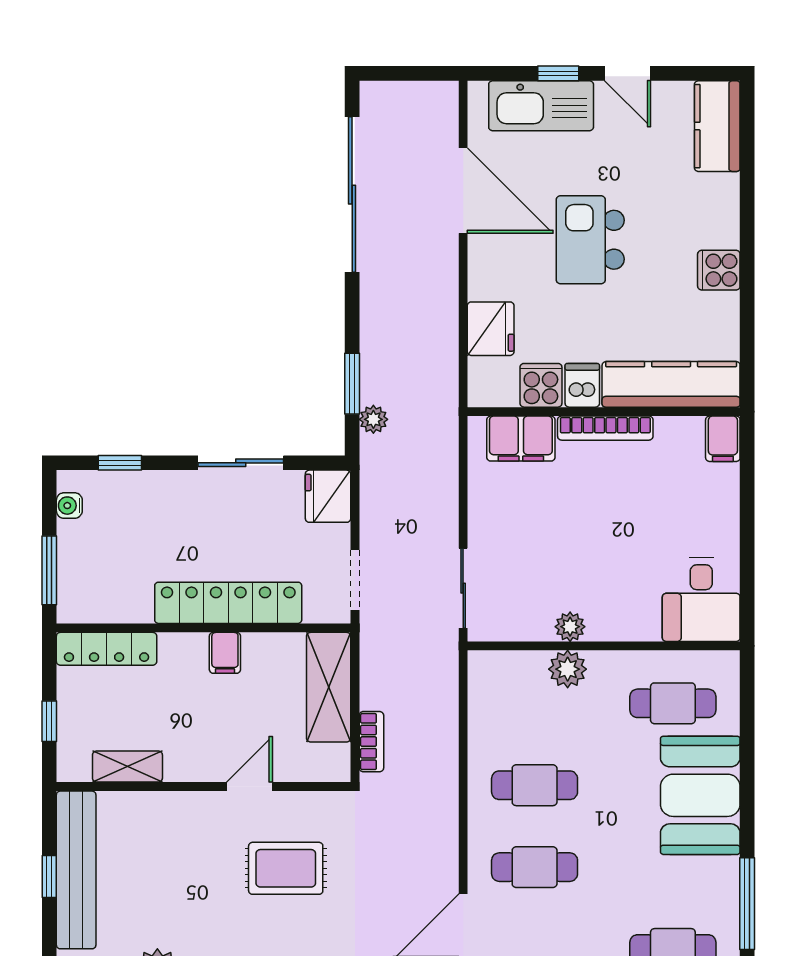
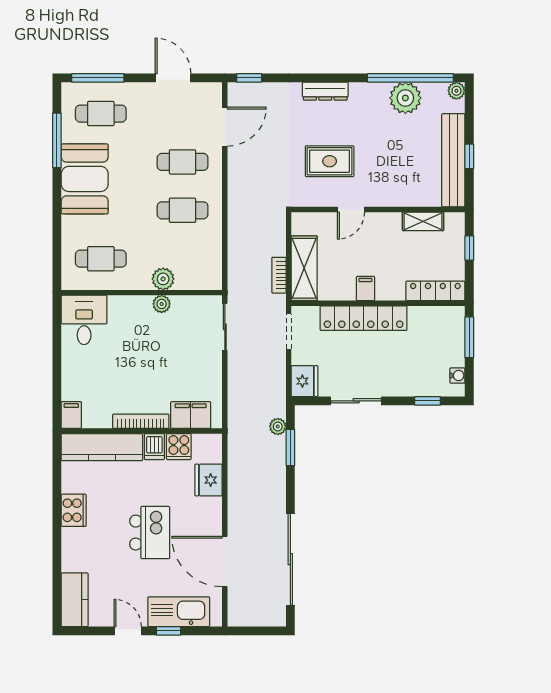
cooker: (719, 270) -> (74, 510), width x1.36
bookcase: (371, 742) -> (279, 275), moved
booth: (700, 795) -> (85, 179), moved

